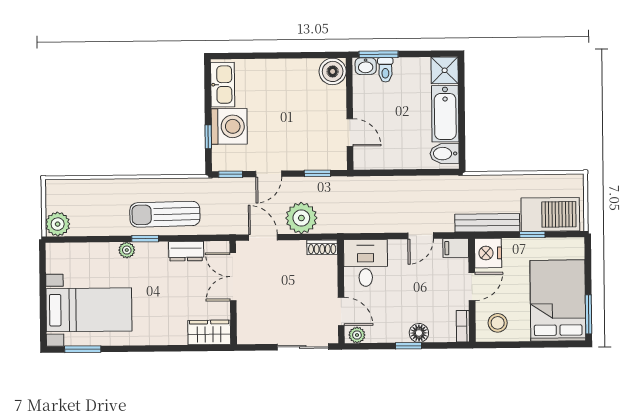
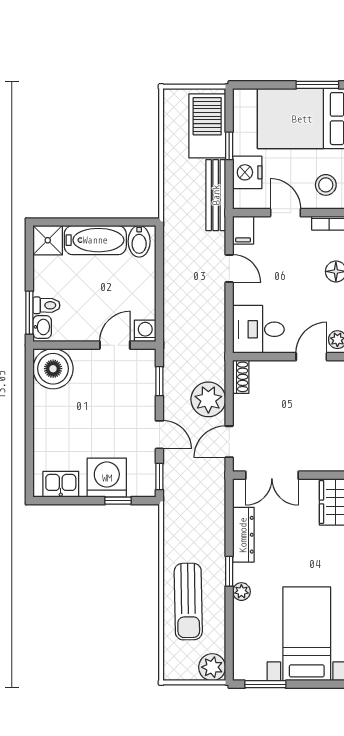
boiler: (333, 71) -> (53, 369), width x1.37, depth x1.37
kitchen sink: (223, 85) -> (61, 484), width x0.73
washing machine: (363, 160) -> (145, 331), added
sun lounger: (165, 214) -> (188, 602), moved
dresser: (186, 251) -> (243, 535), width x1.44
nightstand: (488, 253) -> (247, 172), moved, turned 90
window: (43, 273) -> (265, 684), added

